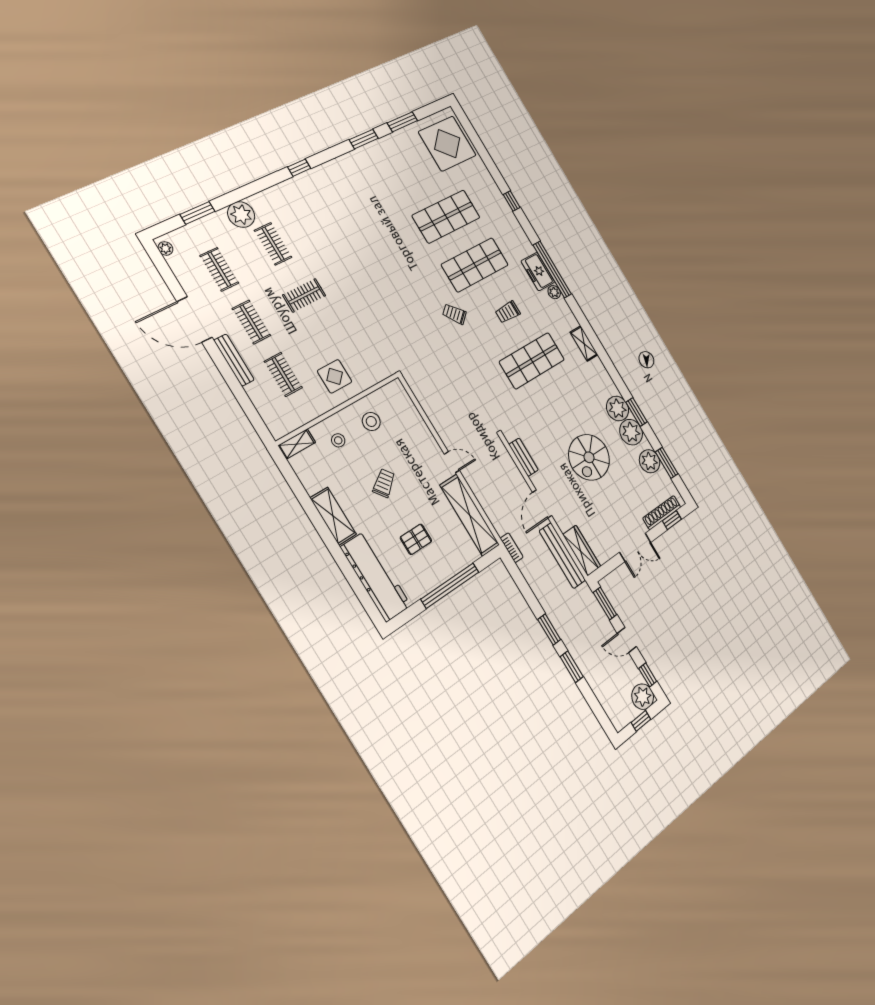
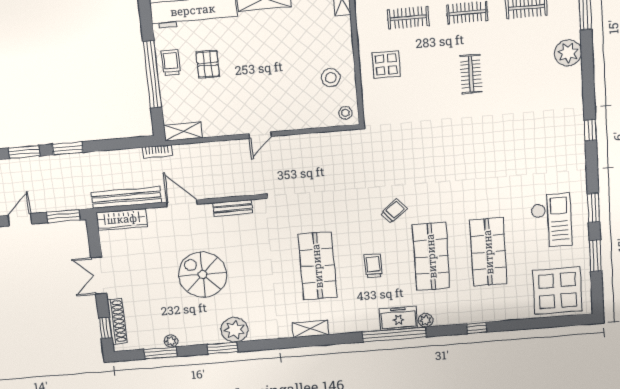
checkout: (393, 172) -> (551, 220), added
clothes rail: (273, 244) -> (530, 69), removed
plant: (554, 292) -> (426, 320), moved
plant: (631, 432) -> (206, 332), removed
stool: (338, 440) -> (345, 113), moved
plant: (650, 461) -> (171, 341), width x0.53, depth x0.53
trolley: (384, 483) -> (171, 63), moved, turned -142
shelving: (470, 515) -> (183, 131), width x0.45, depth x0.75

